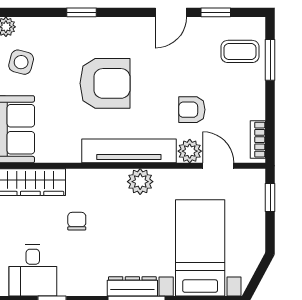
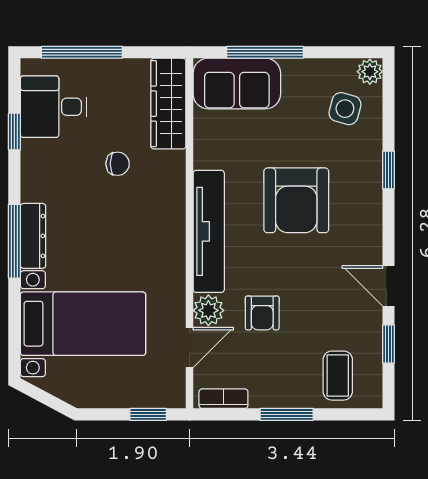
window: (270, 60) -> (287, 414), moved
side table: (21, 62) -> (345, 109), moved
armchair: (192, 110) -> (262, 313), turned 180
plant: (140, 182) -> (169, 246), removed

